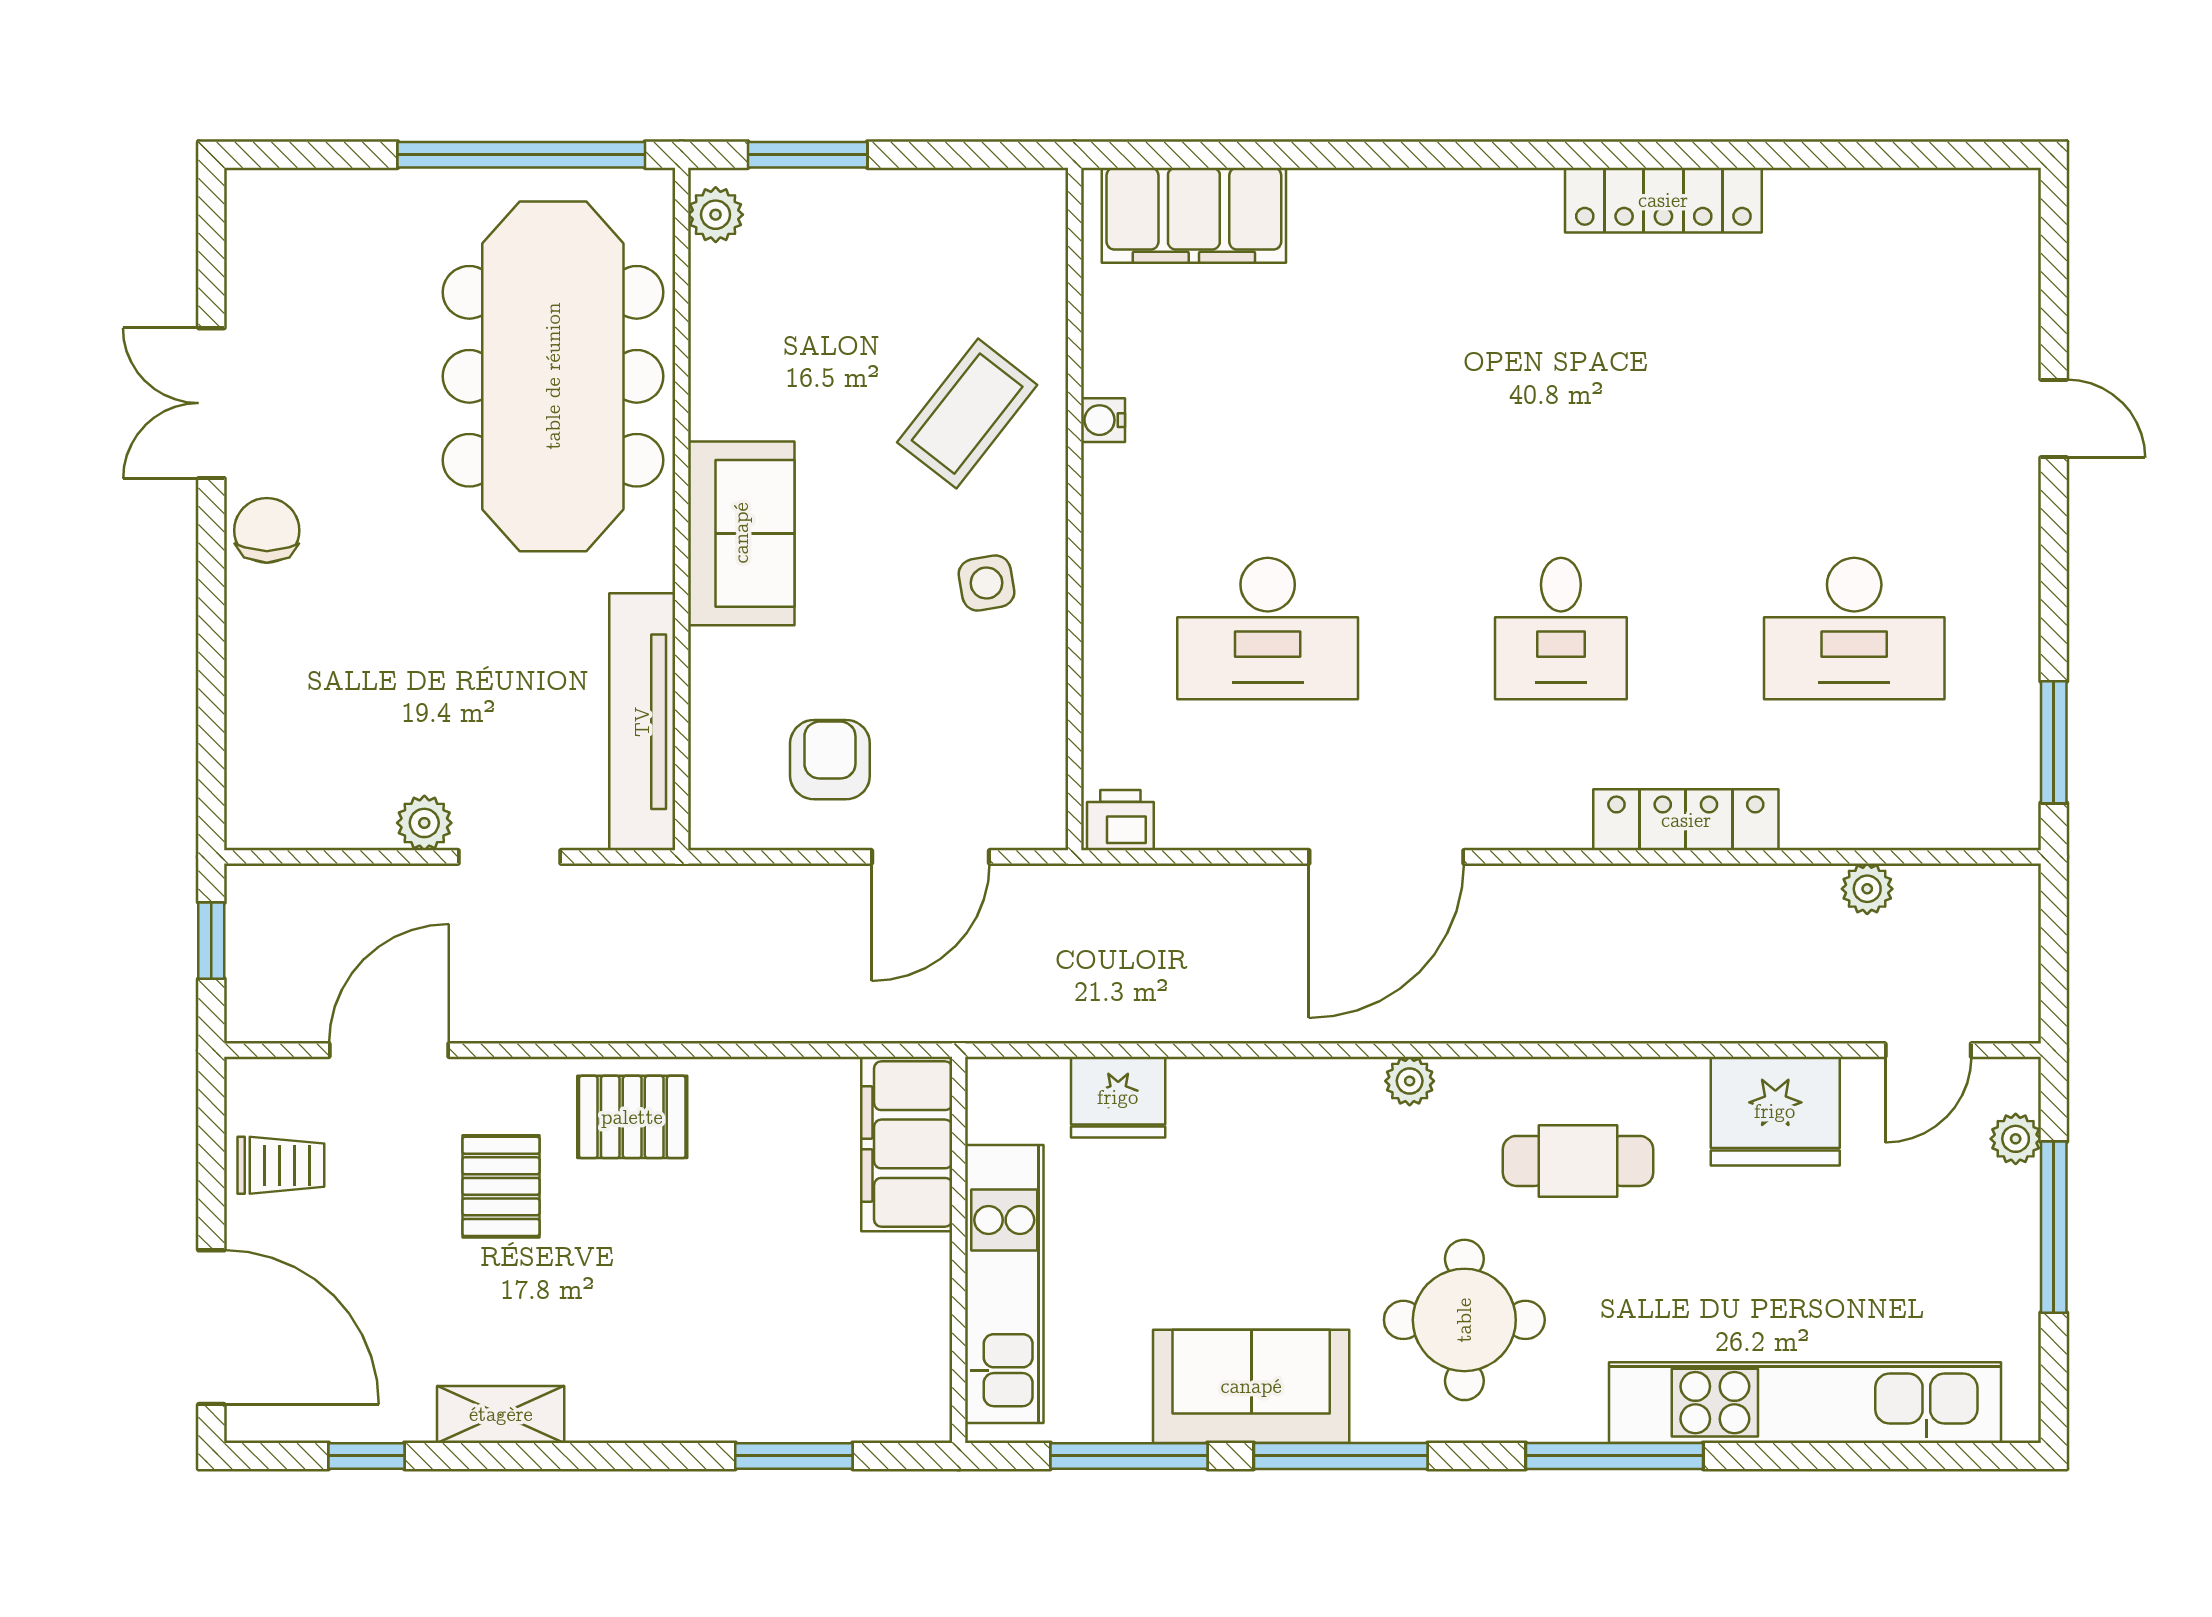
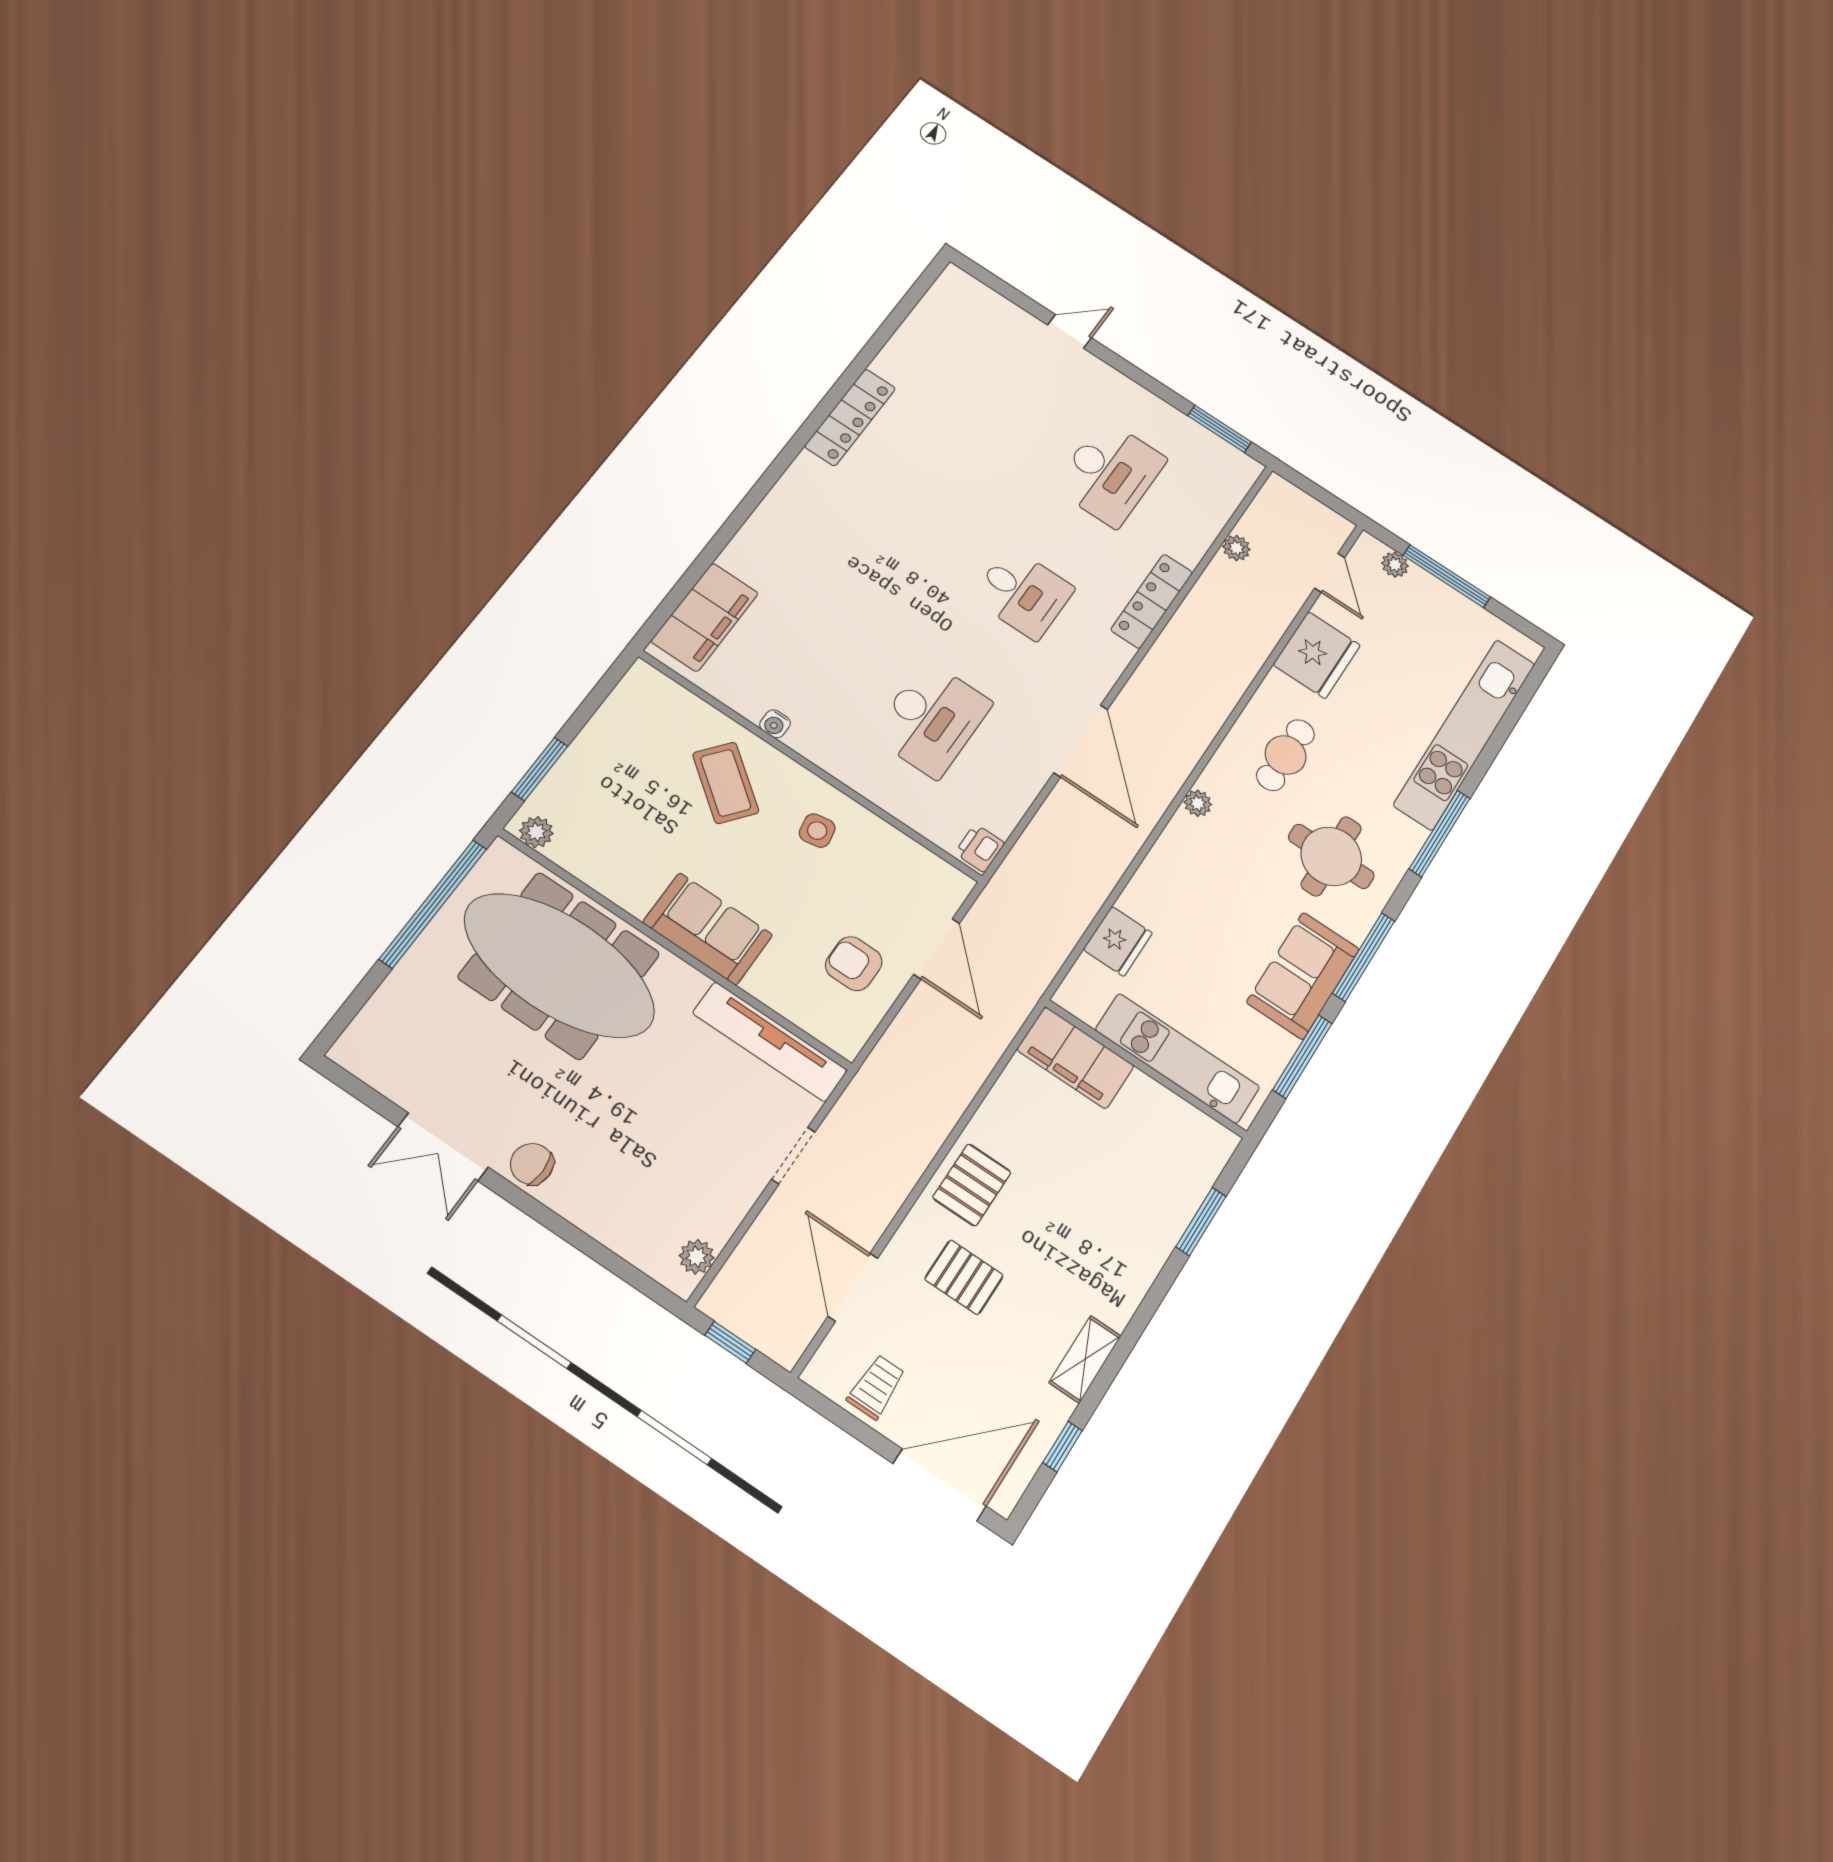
plant: (424, 823) -> (697, 1257), moved

